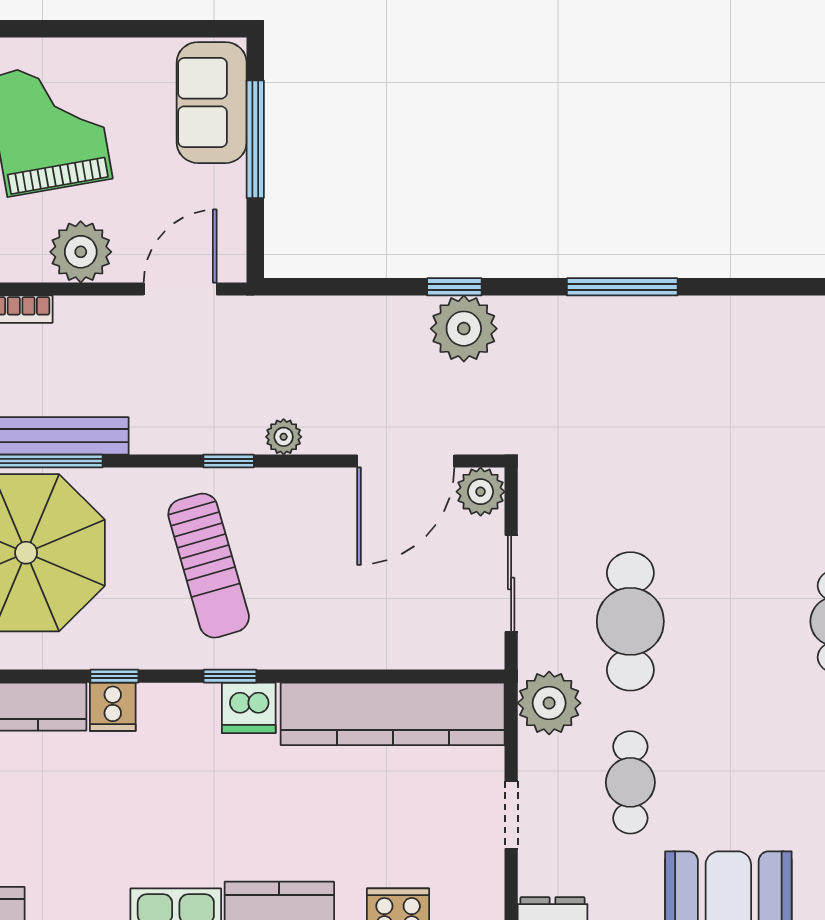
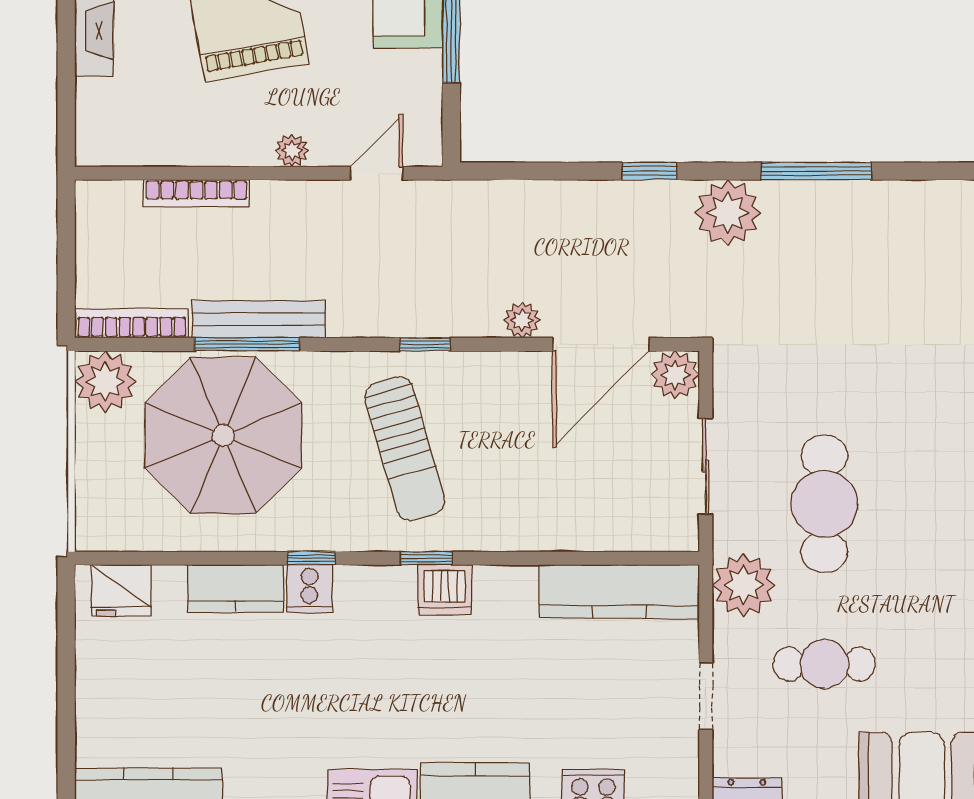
plant: (81, 252) -> (292, 150), width x0.53, depth x0.53
door: (180, 289) -> (377, 173), width x0.73
plant: (464, 329) -> (728, 213), moved
plant: (284, 437) -> (522, 320), moved
kitchen counter: (393, 714) -> (619, 591), width x0.72, depth x0.86
cafe table: (630, 782) -> (824, 664), turned 90

